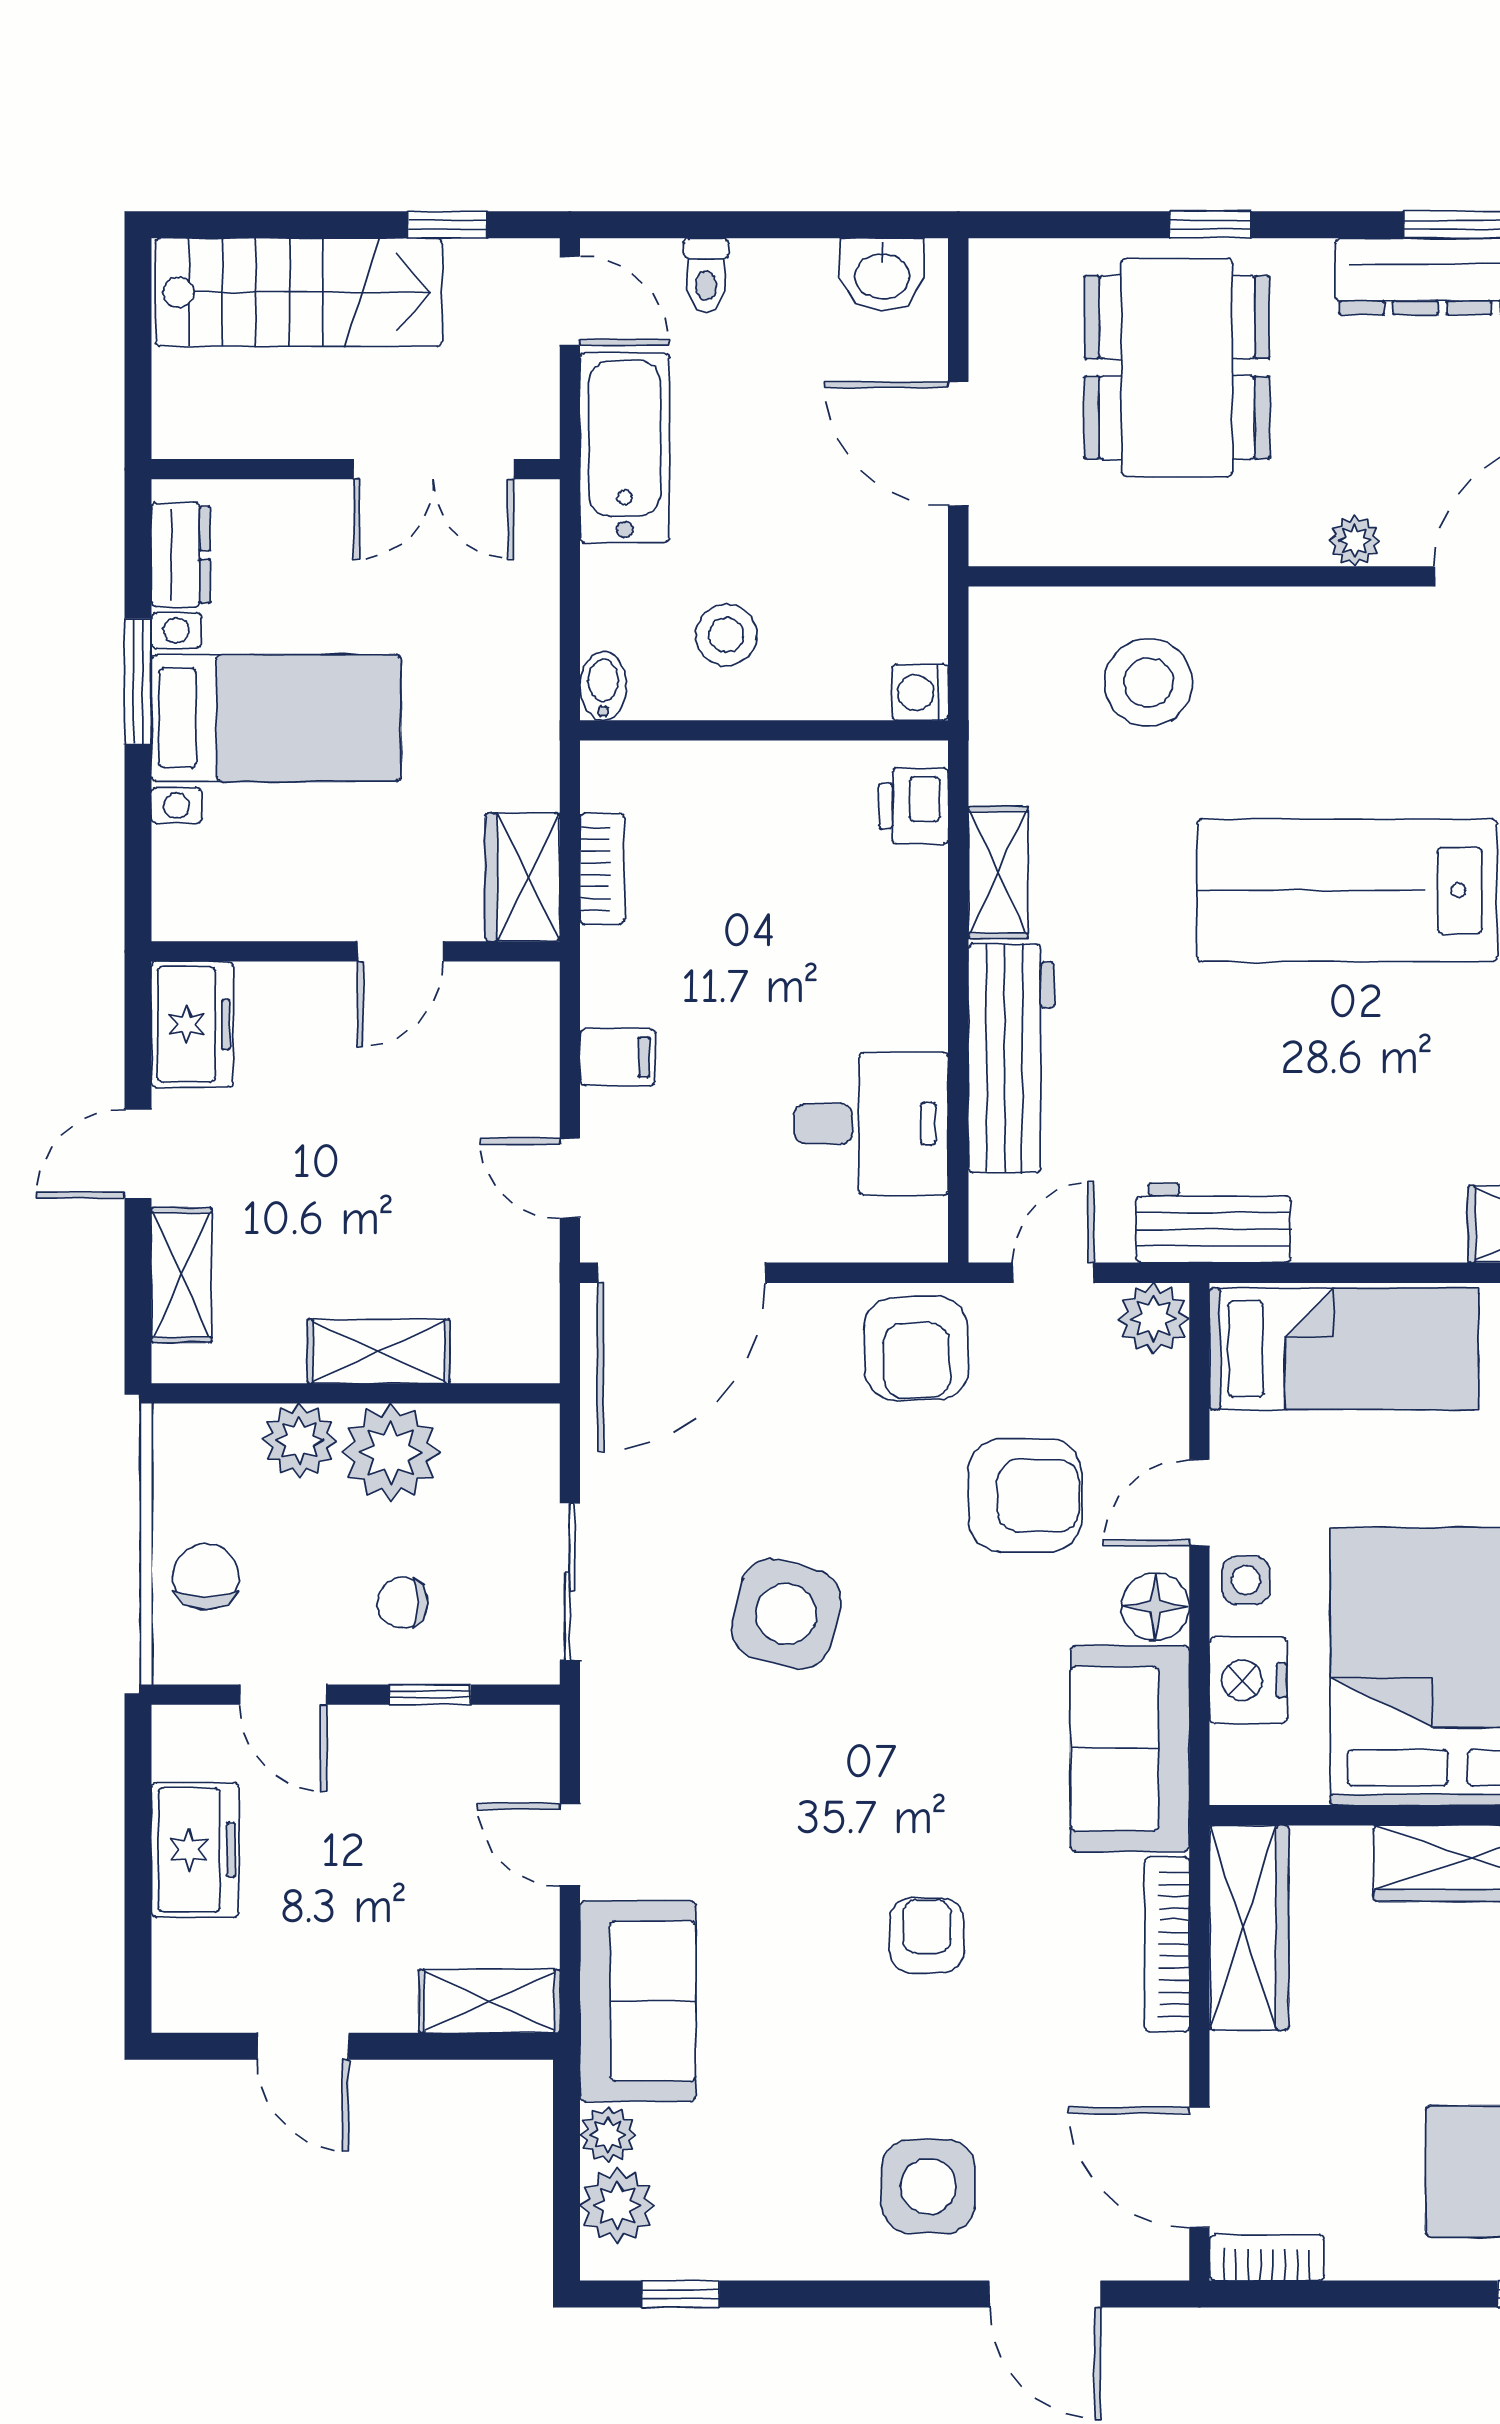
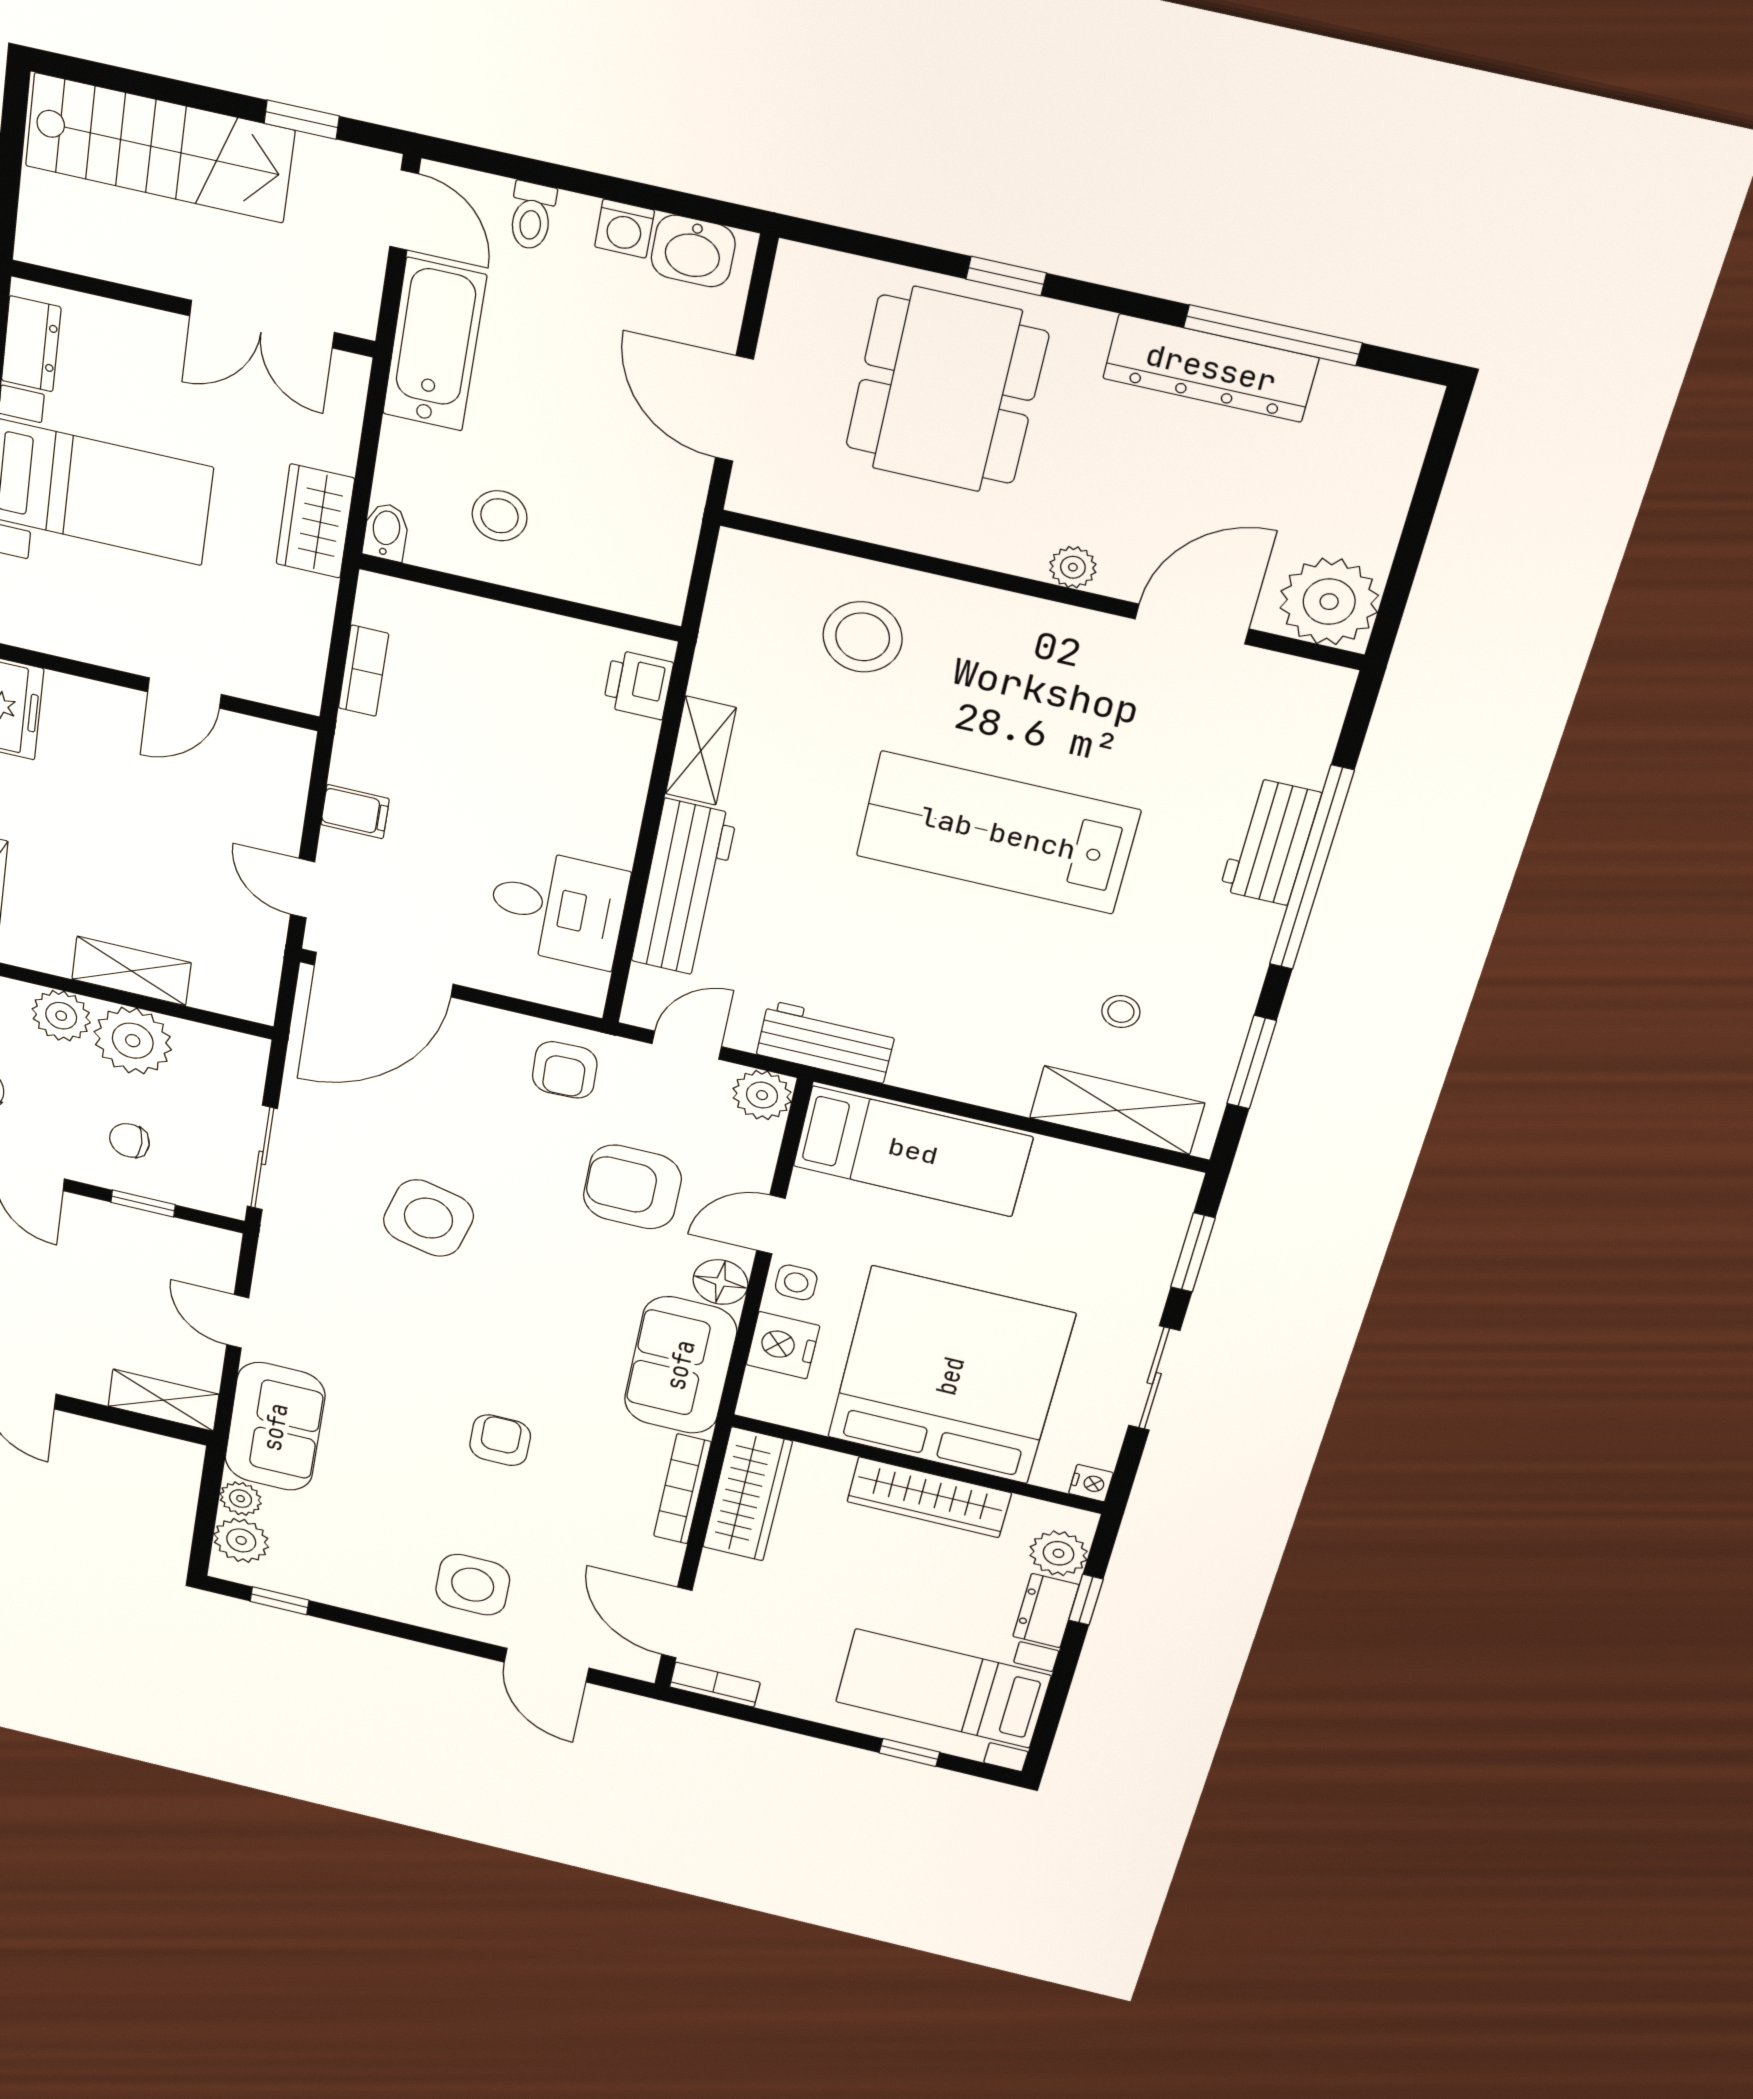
washing machine: (920, 692) -> (625, 229), moved, turned -90
wardrobe: (523, 877) -> (315, 521), moved
armchair: (916, 1348) -> (565, 1070), width x0.72, depth x0.72
armchair: (1025, 1496) -> (632, 1187), turned 180

